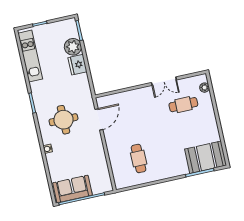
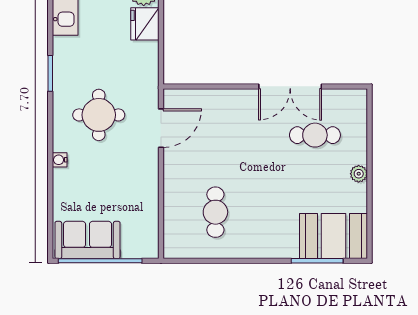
double door: (164, 81) -> (290, 86), width x1.37
plant: (205, 88) -> (359, 174), moved

